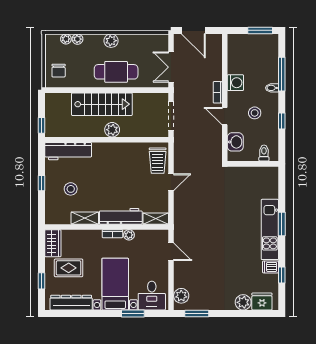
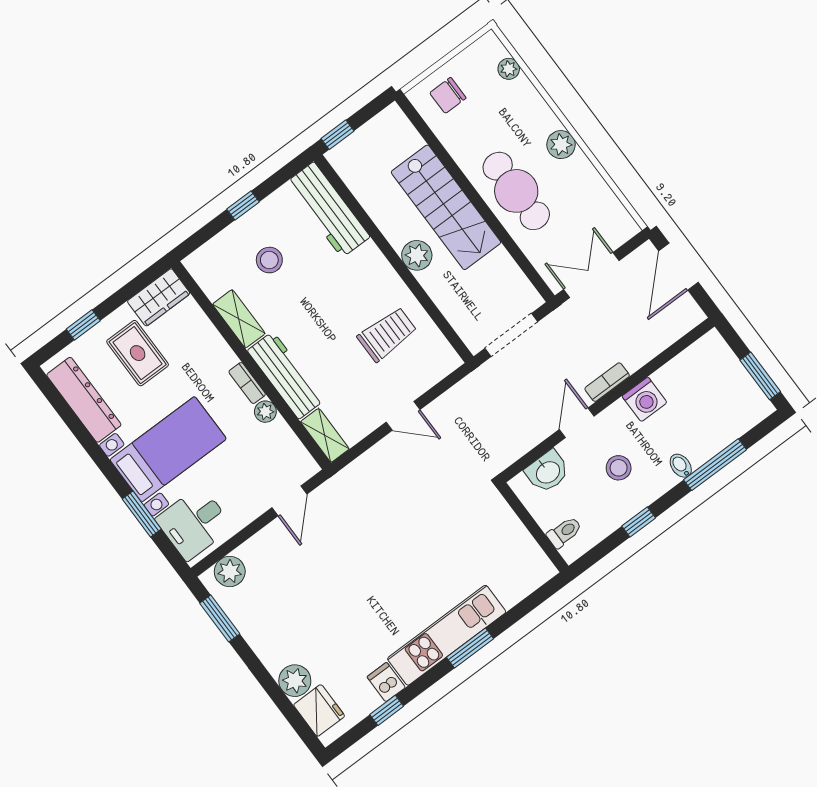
plant: (78, 39) -> (523, 88), removed
trolley: (158, 161) -> (387, 334), moved, turned 180

